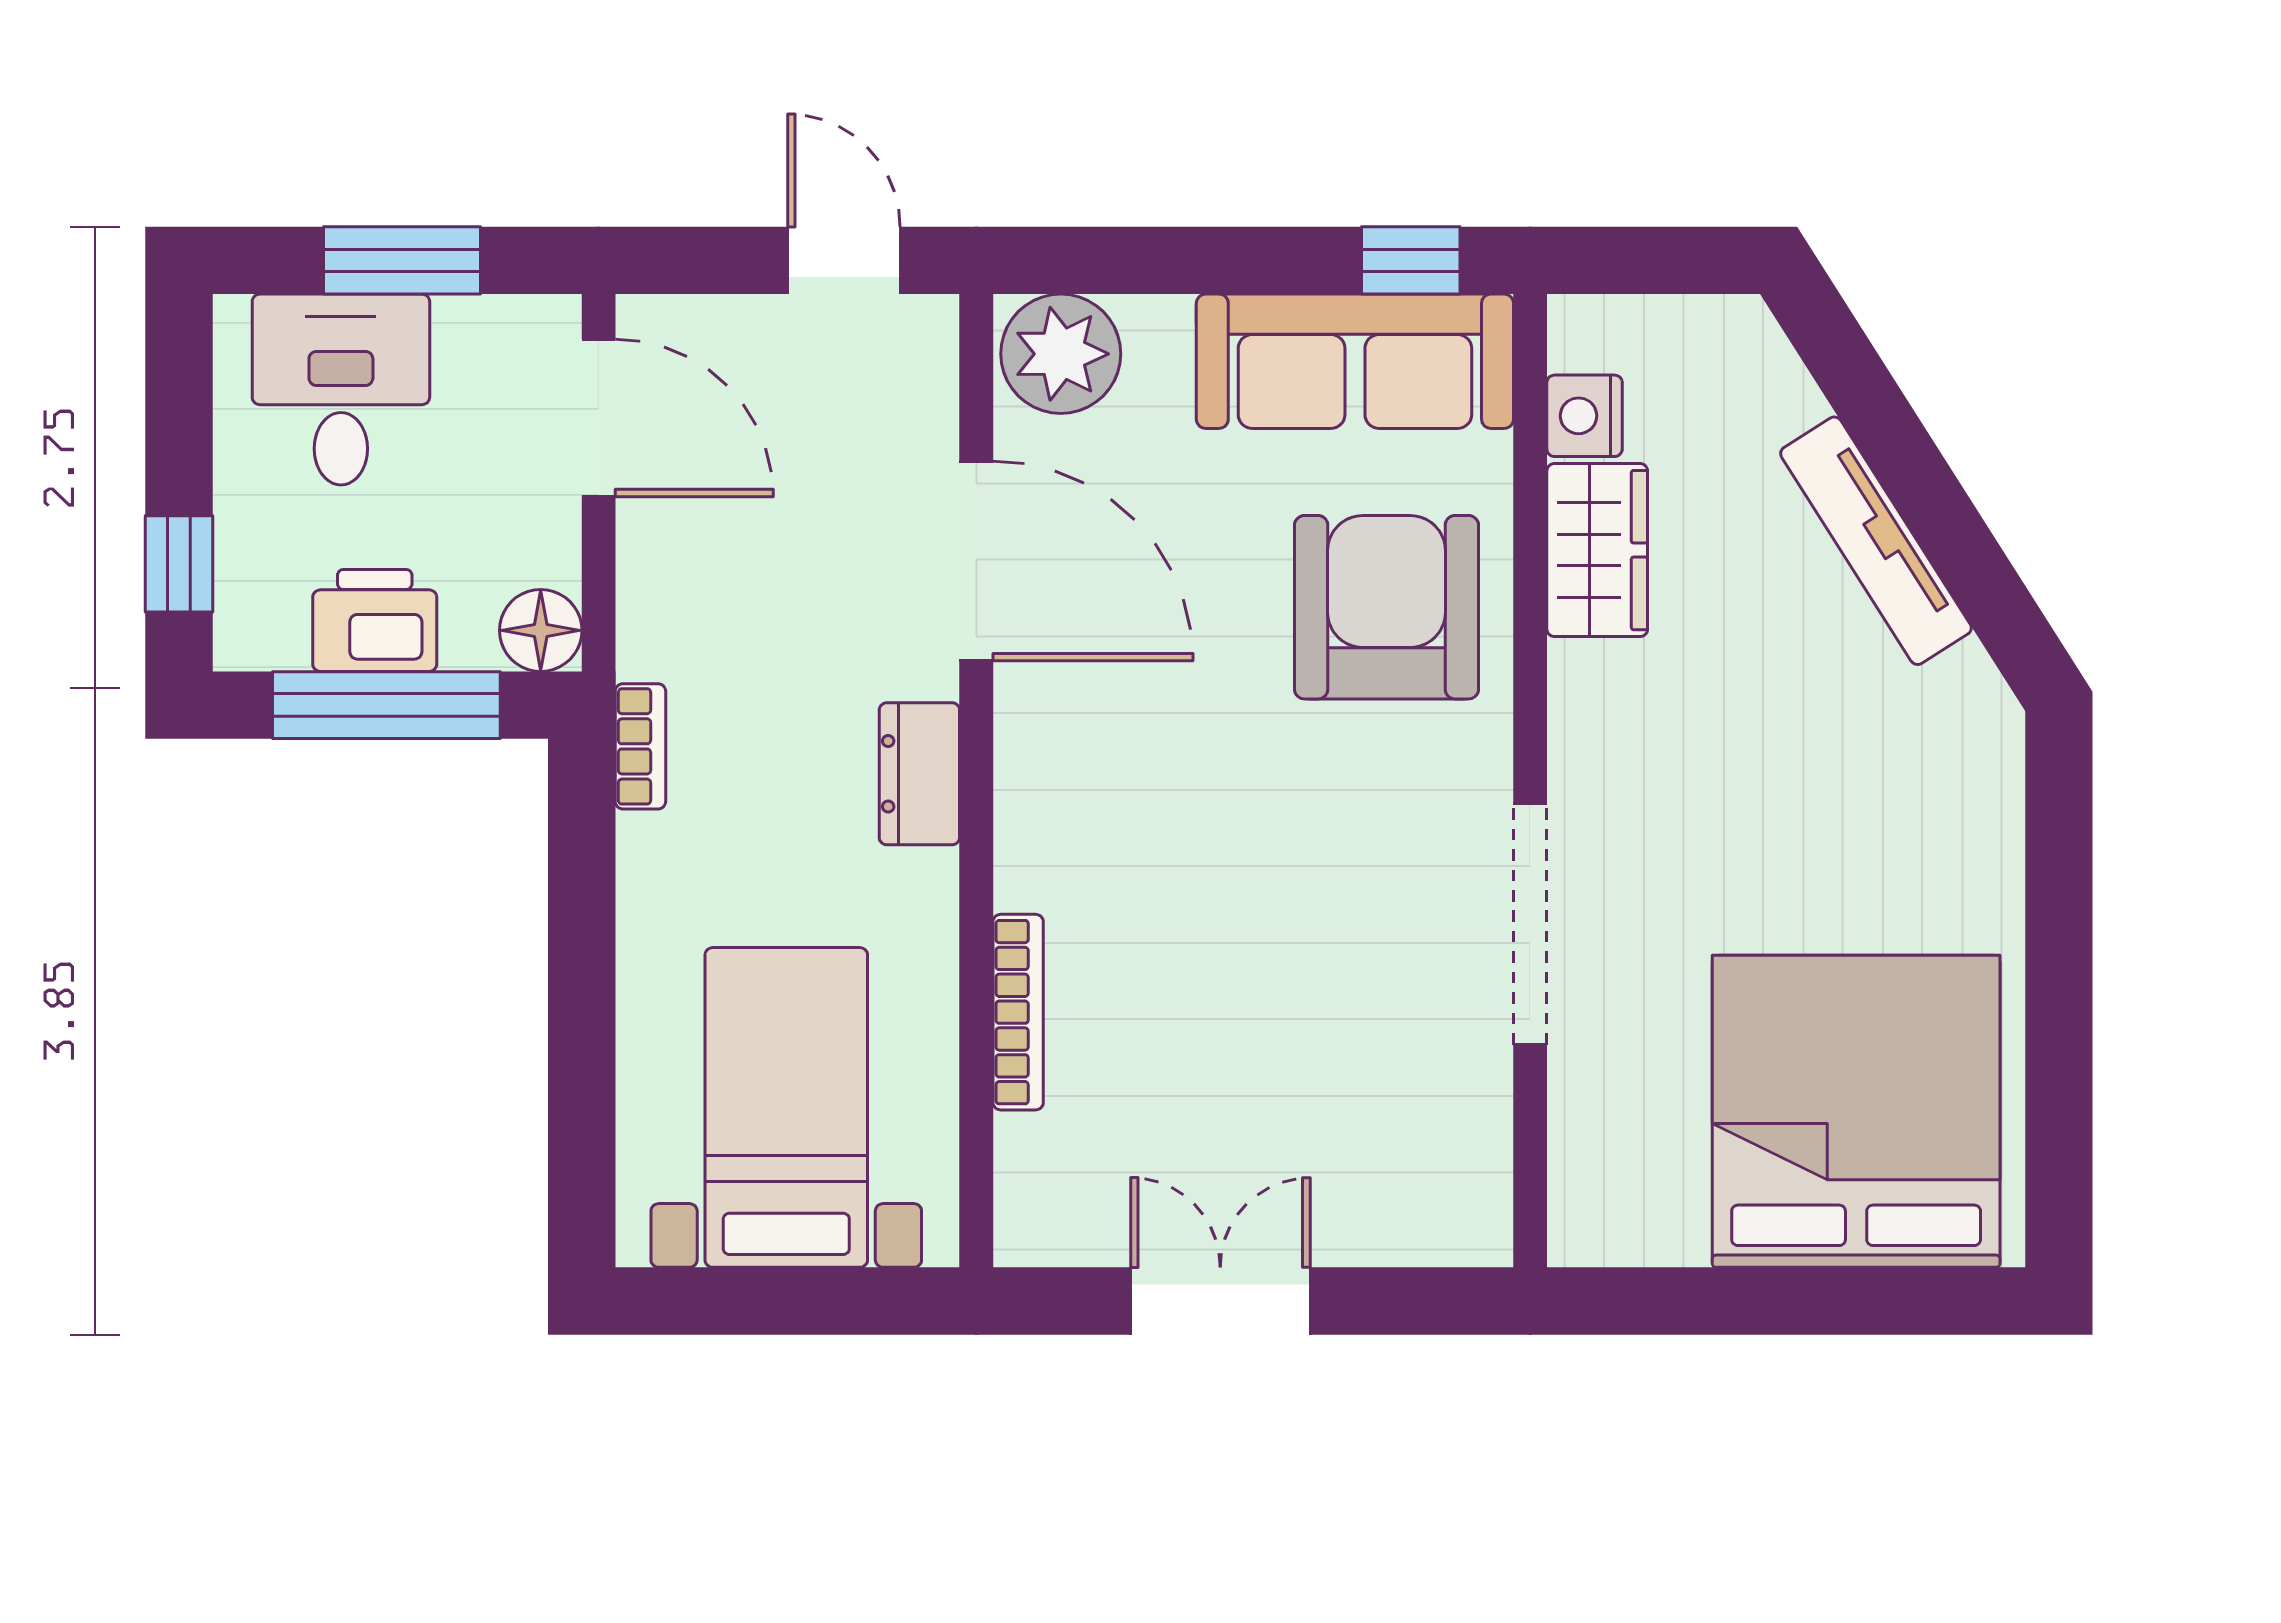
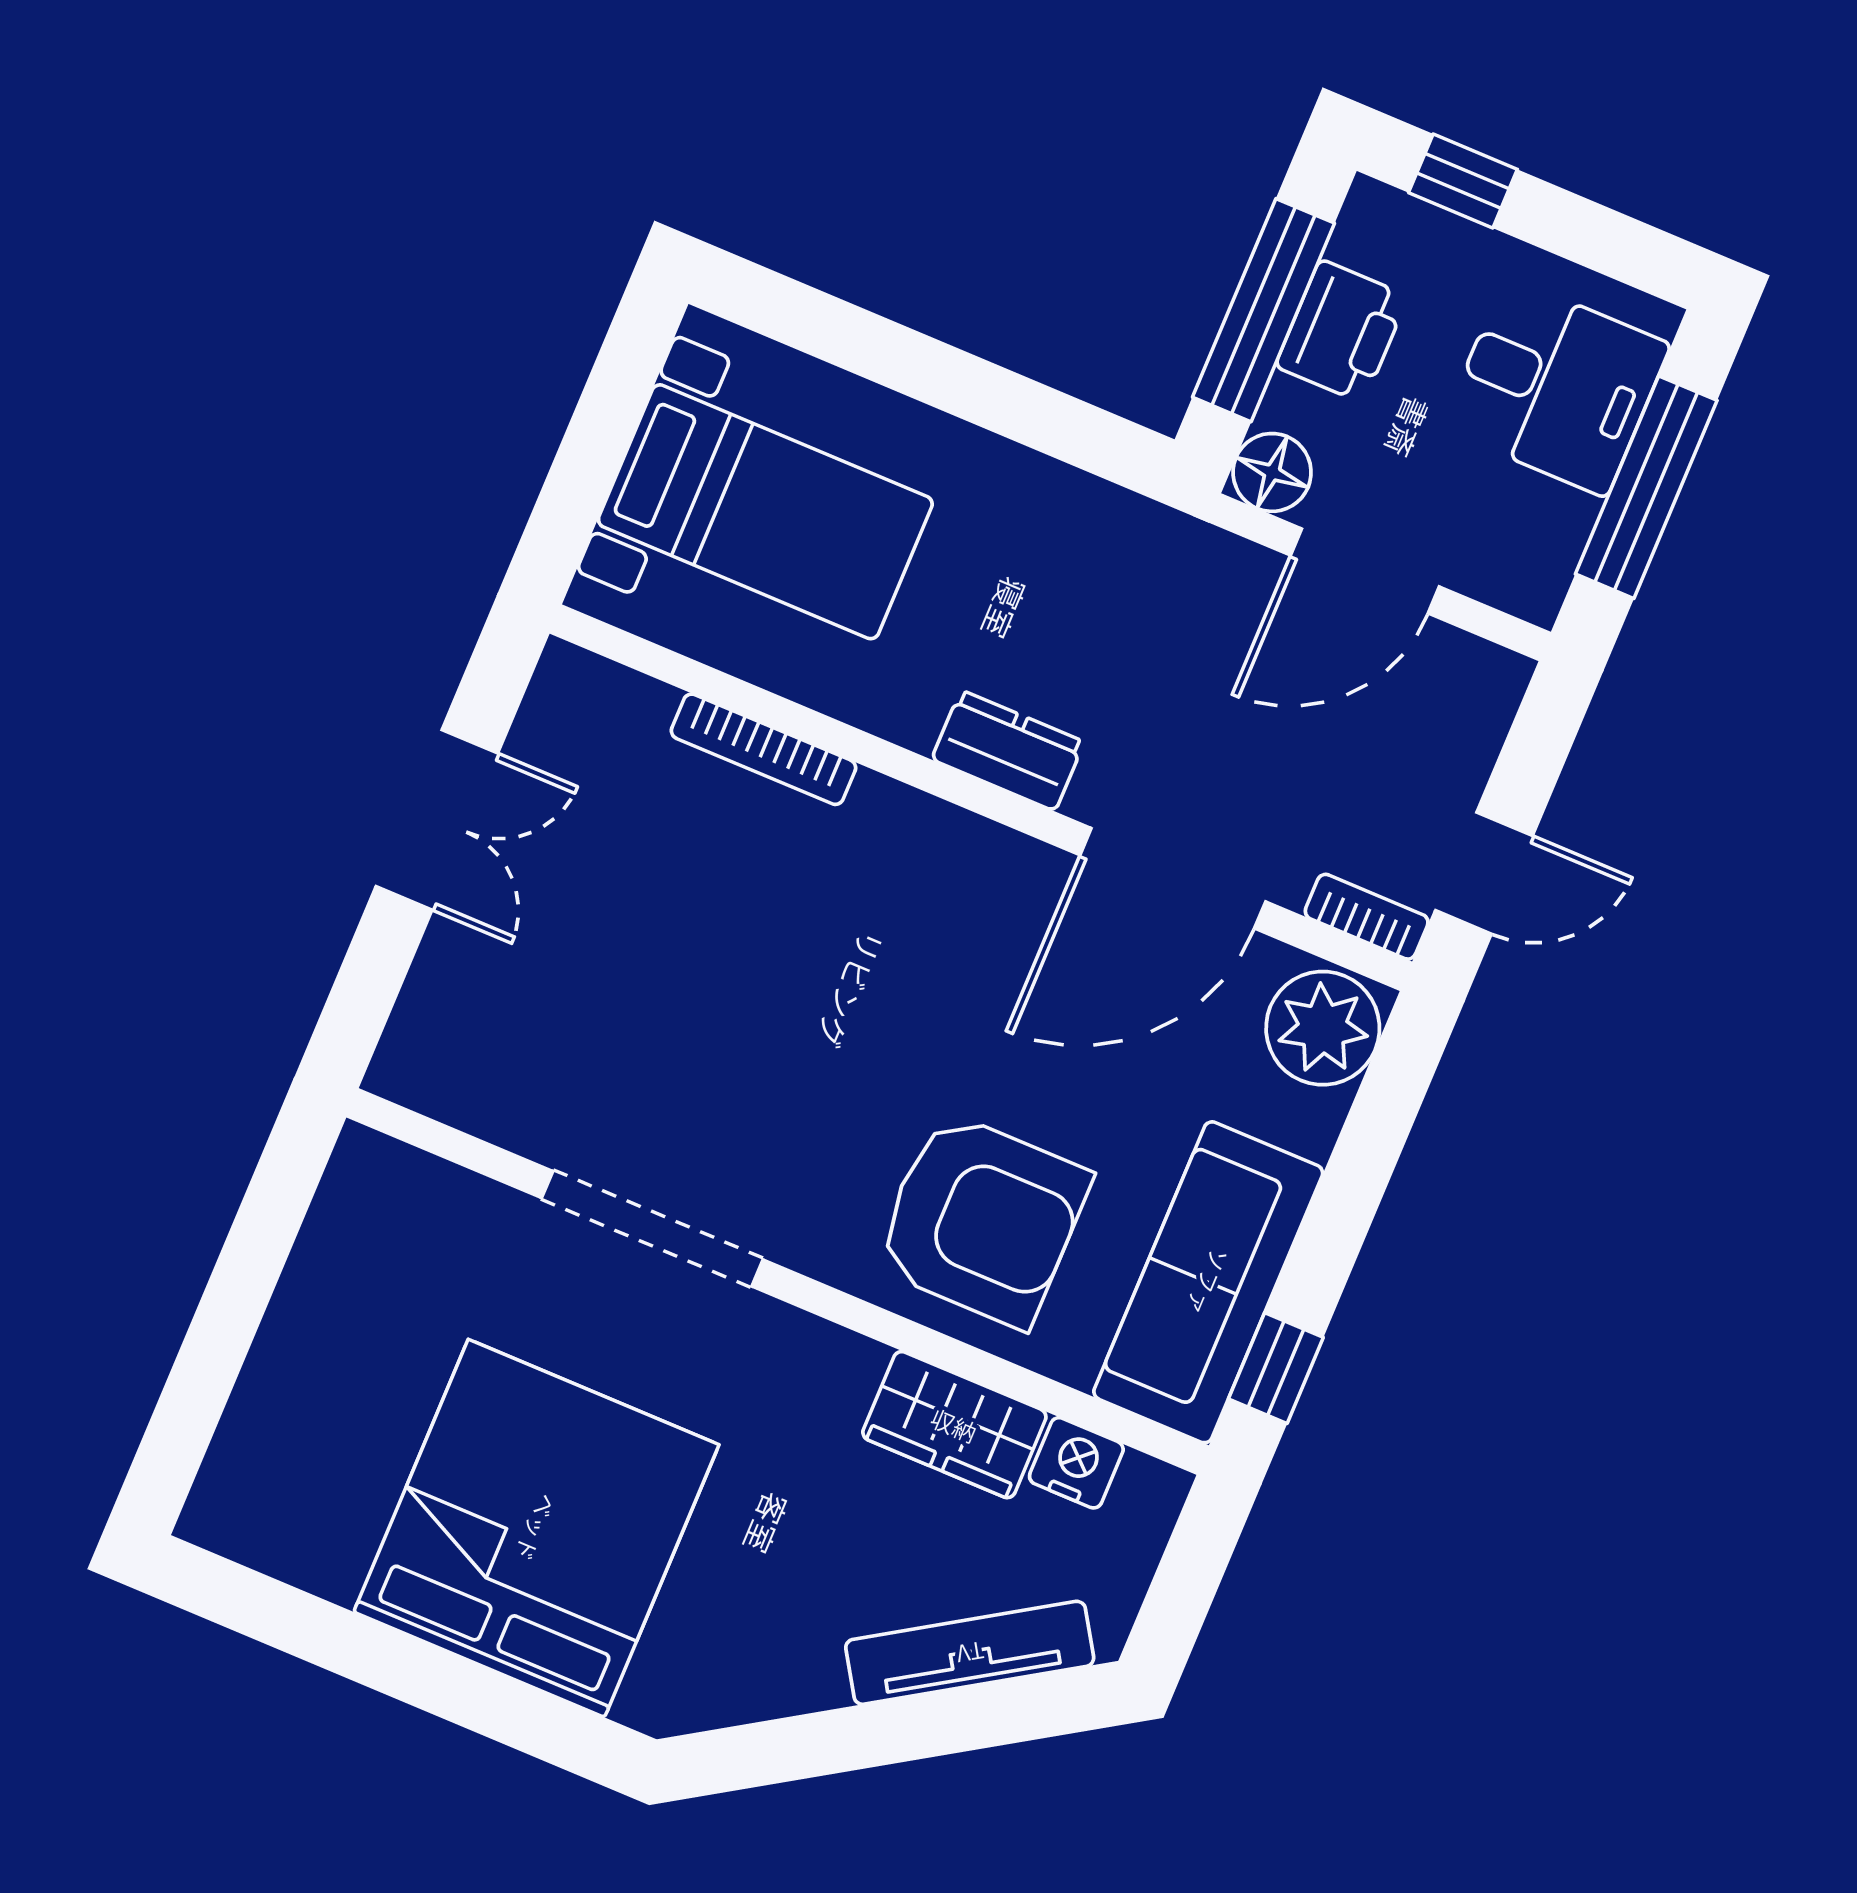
window: (402, 260) -> (1646, 487), width x1.44
door: (599, 418) -> (1365, 571), moved
tv unit: (1876, 541) -> (970, 1653), moved
bookcase: (640, 746) -> (1367, 917), moved, turned 180
bed: (1856, 1111) -> (536, 1528), moved, turned -90

